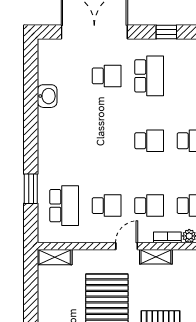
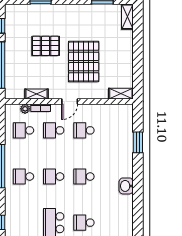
washbasin: (47, 96) -> (126, 186), moved
school desk: (64, 206) -> (84, 176), moved, width x0.54
shelving: (156, 257) -> (36, 94), moved

